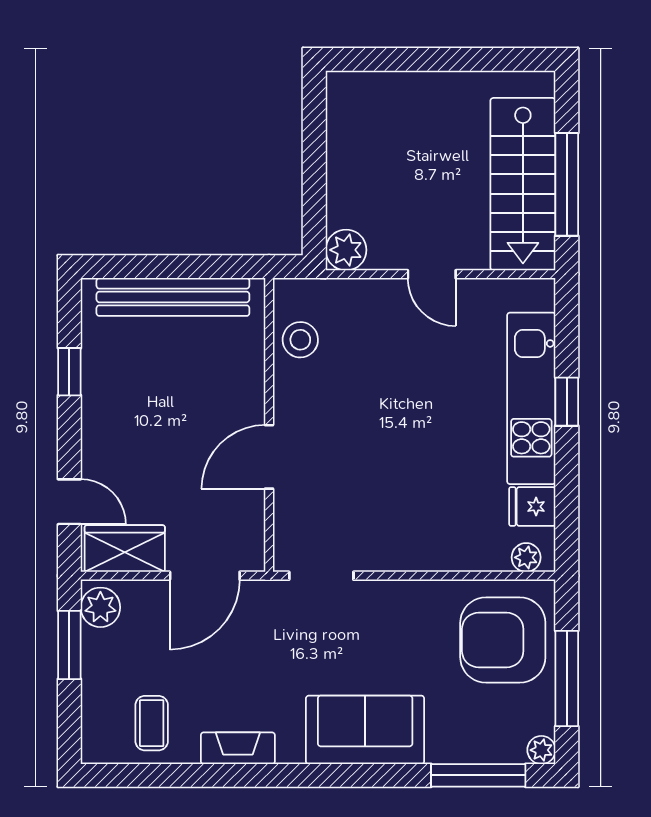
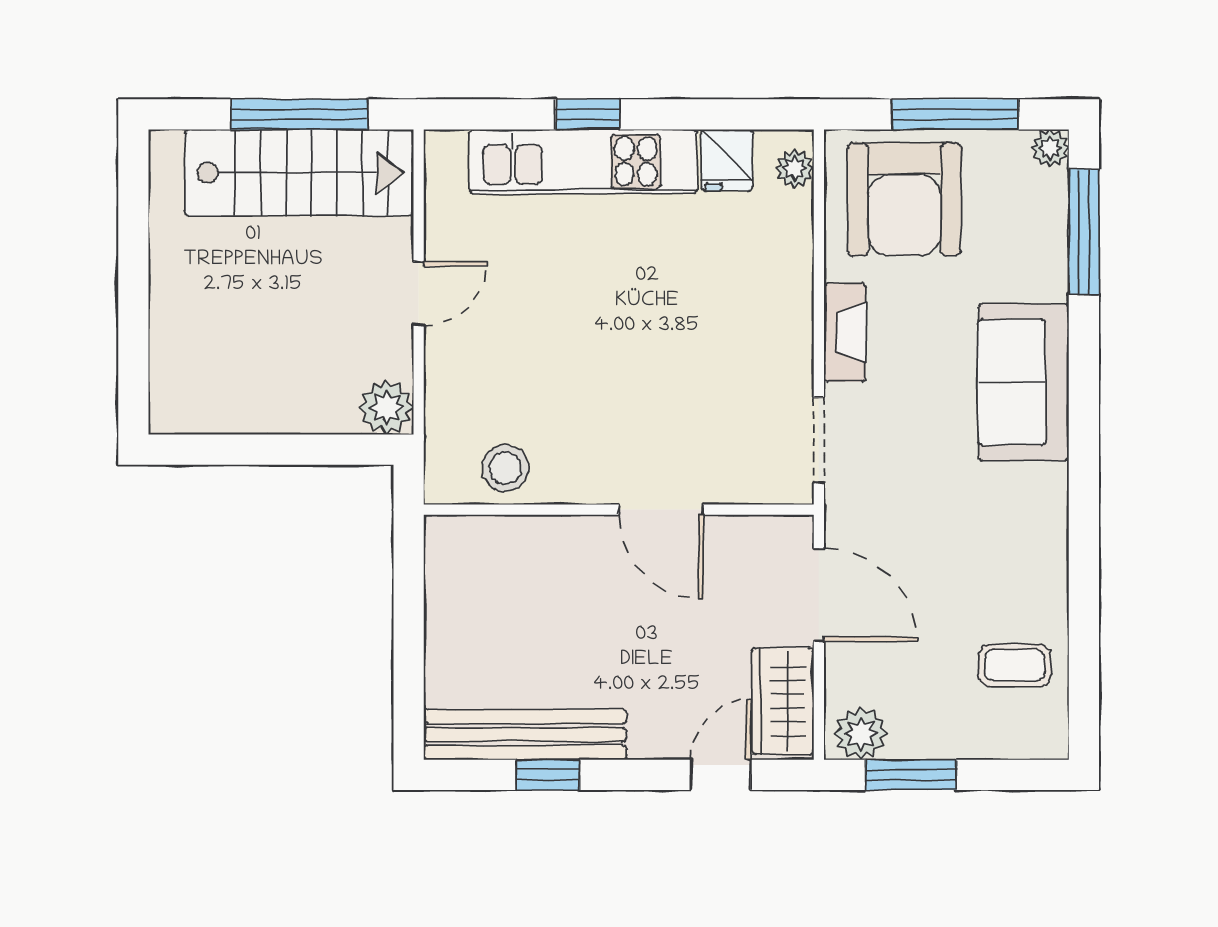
bench: (173, 297) -> (525, 735), moved, turned 90
fireplace: (238, 748) -> (845, 332), moved, turned 180

